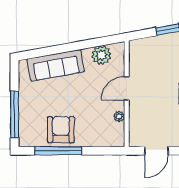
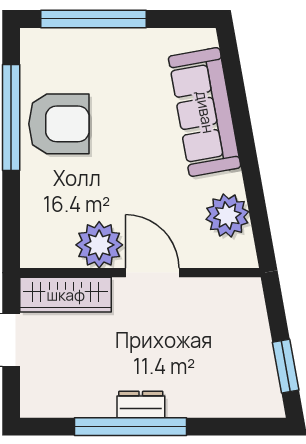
plant: (119, 117) -> (99, 245), width x1.88, depth x1.88
wardrobe: (136, 127) -> (66, 295), added

